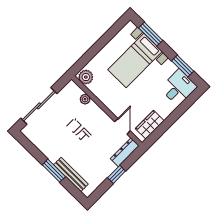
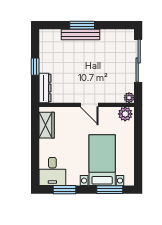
plant: (85, 99) -> (129, 98), moved
door: (122, 126) -> (89, 105), moved
bench: (71, 174) -> (80, 35), moved

